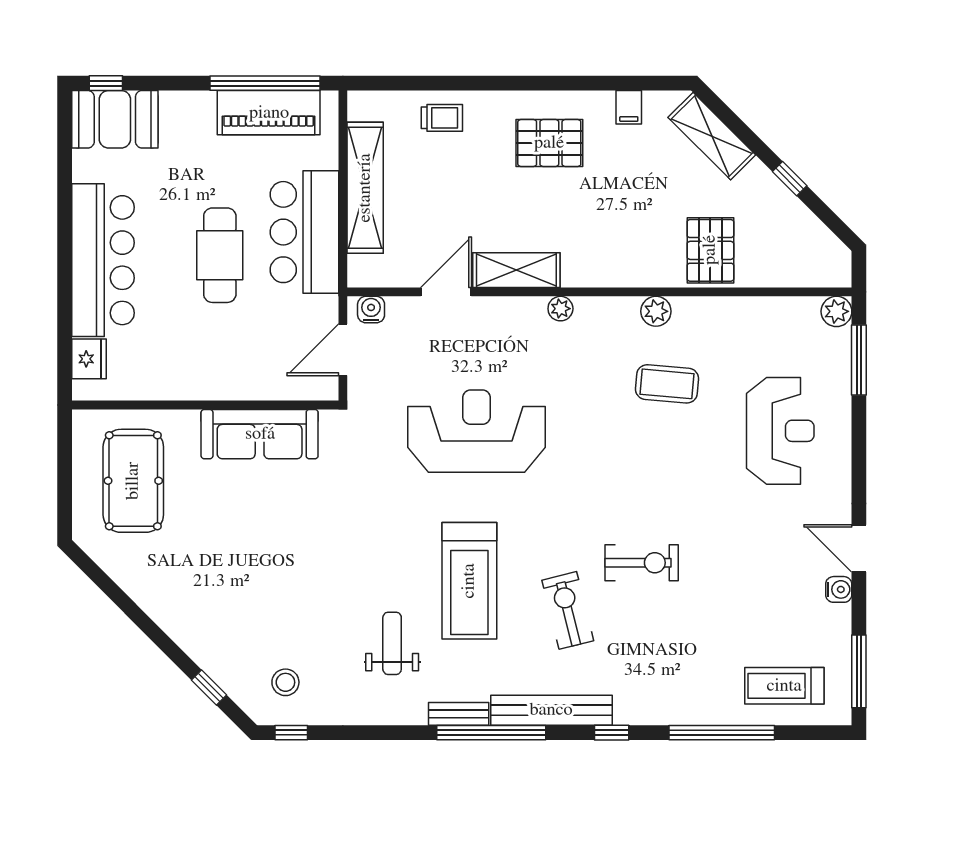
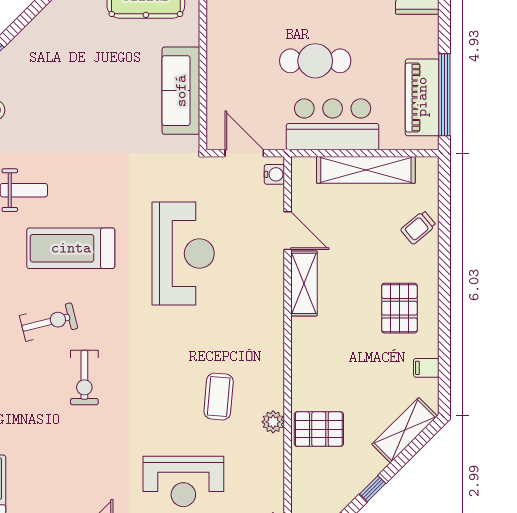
trolley: (442, 118) -> (418, 227), turned 50
plant: (560, 309) -> (275, 317), removed
plant: (656, 311) -> (273, 422), moved

